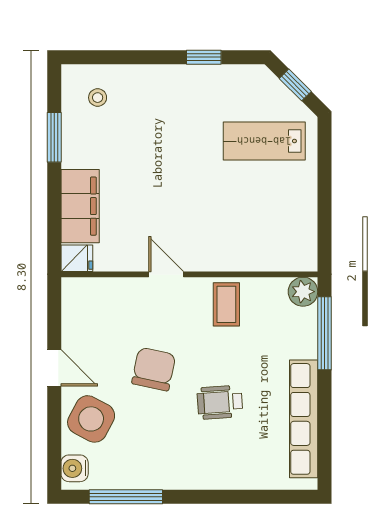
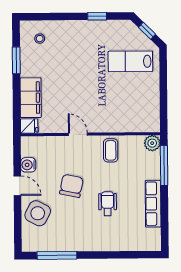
wheelchair: (220, 402) -> (108, 204), turned 94
row of seats: (304, 419) -> (153, 204), width x0.73
water cooler: (75, 468) -> (28, 165), moved

